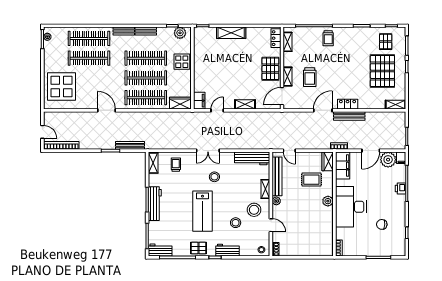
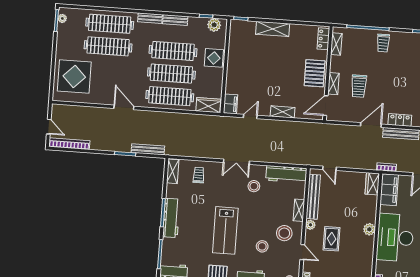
stool: (214, 177) -> (254, 186), moved
rug: (311, 180) -> (332, 239), moved, turned 90

